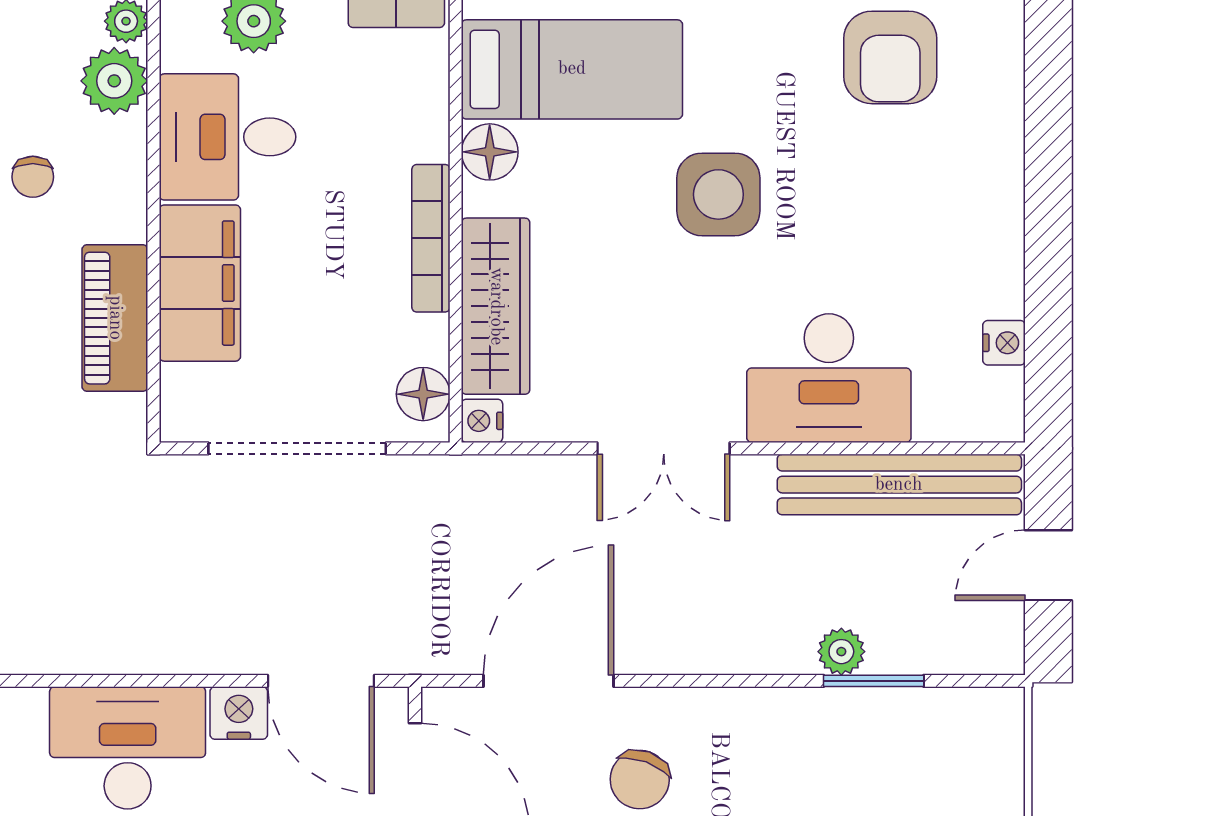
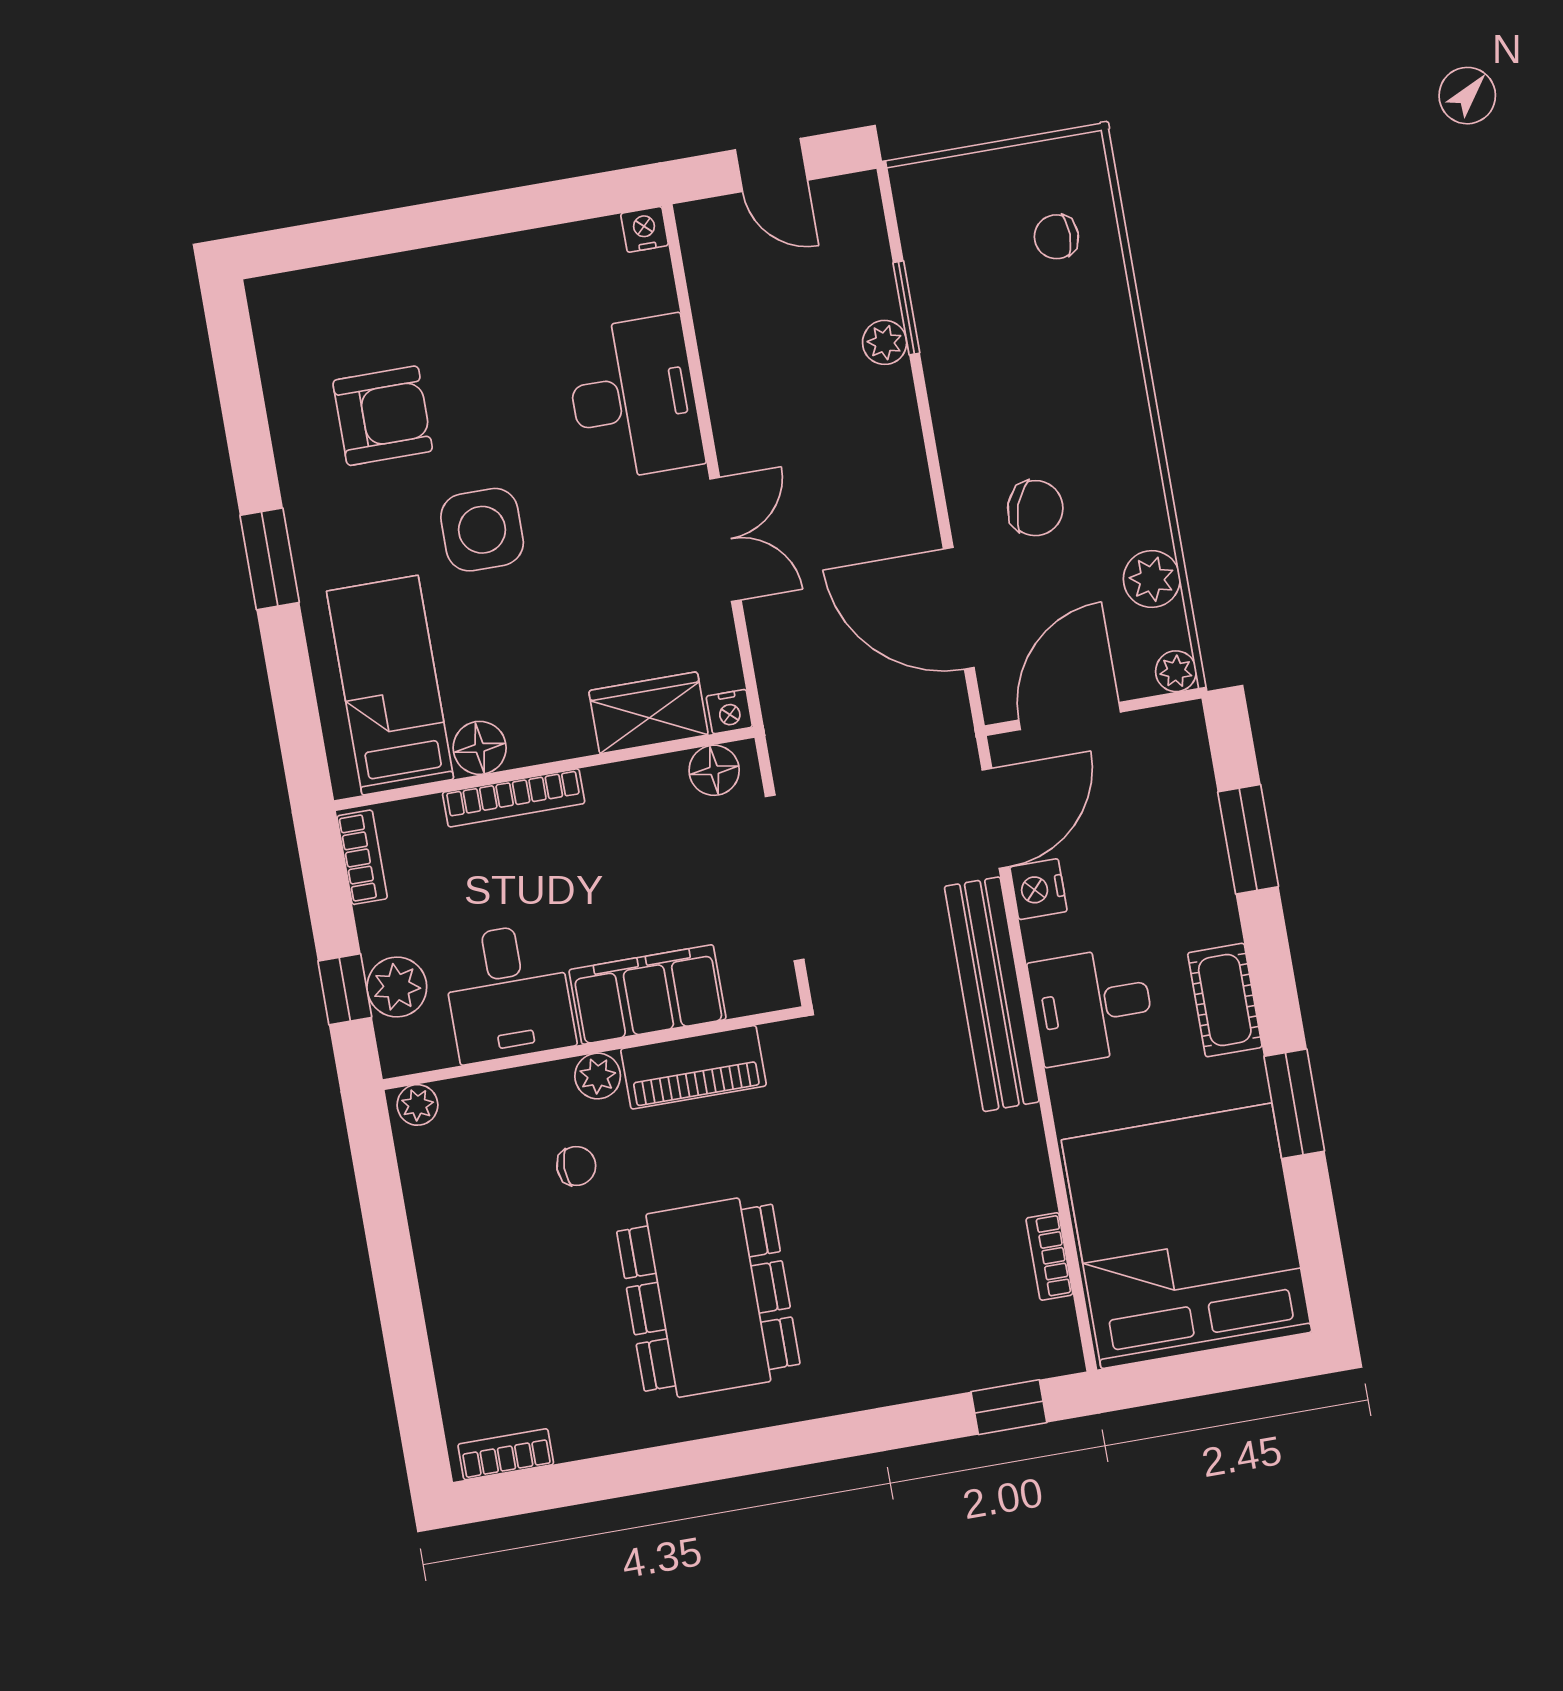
armchair: (890, 57) -> (383, 416), moved
plant: (114, 81) -> (598, 1076), moved, width x0.73, depth x0.73
bookcase: (431, 238) -> (514, 798), moved
wardrobe: (496, 306) -> (648, 713), width x0.67
nightstand: (1004, 343) -> (645, 229), moved
bench: (899, 485) -> (992, 994), moved
desk: (128, 748) -> (1092, 1006), width x0.73

